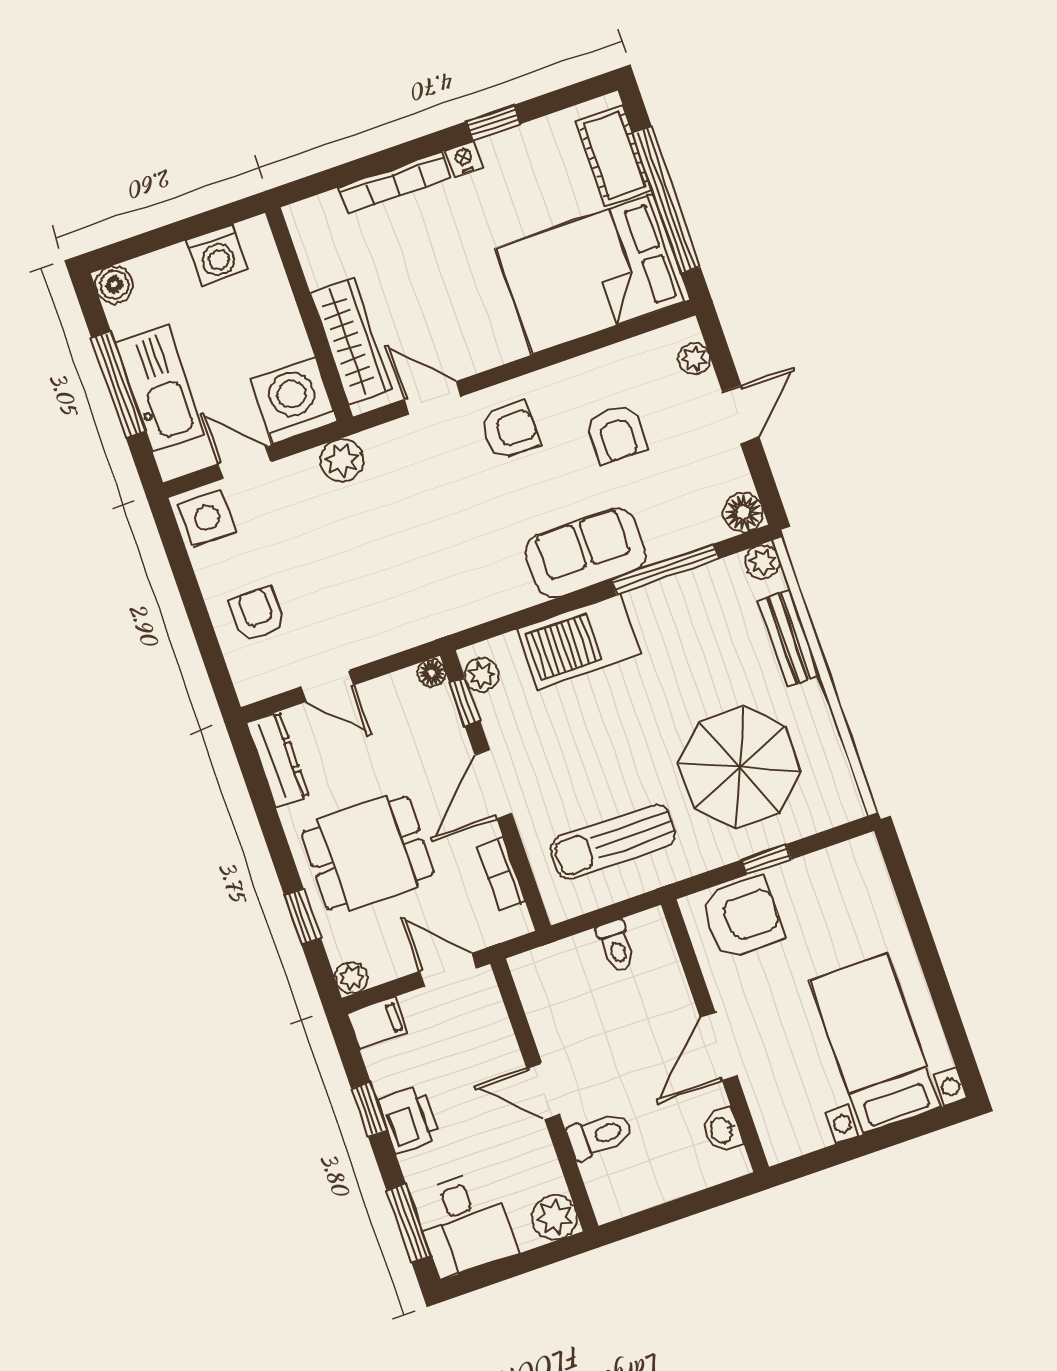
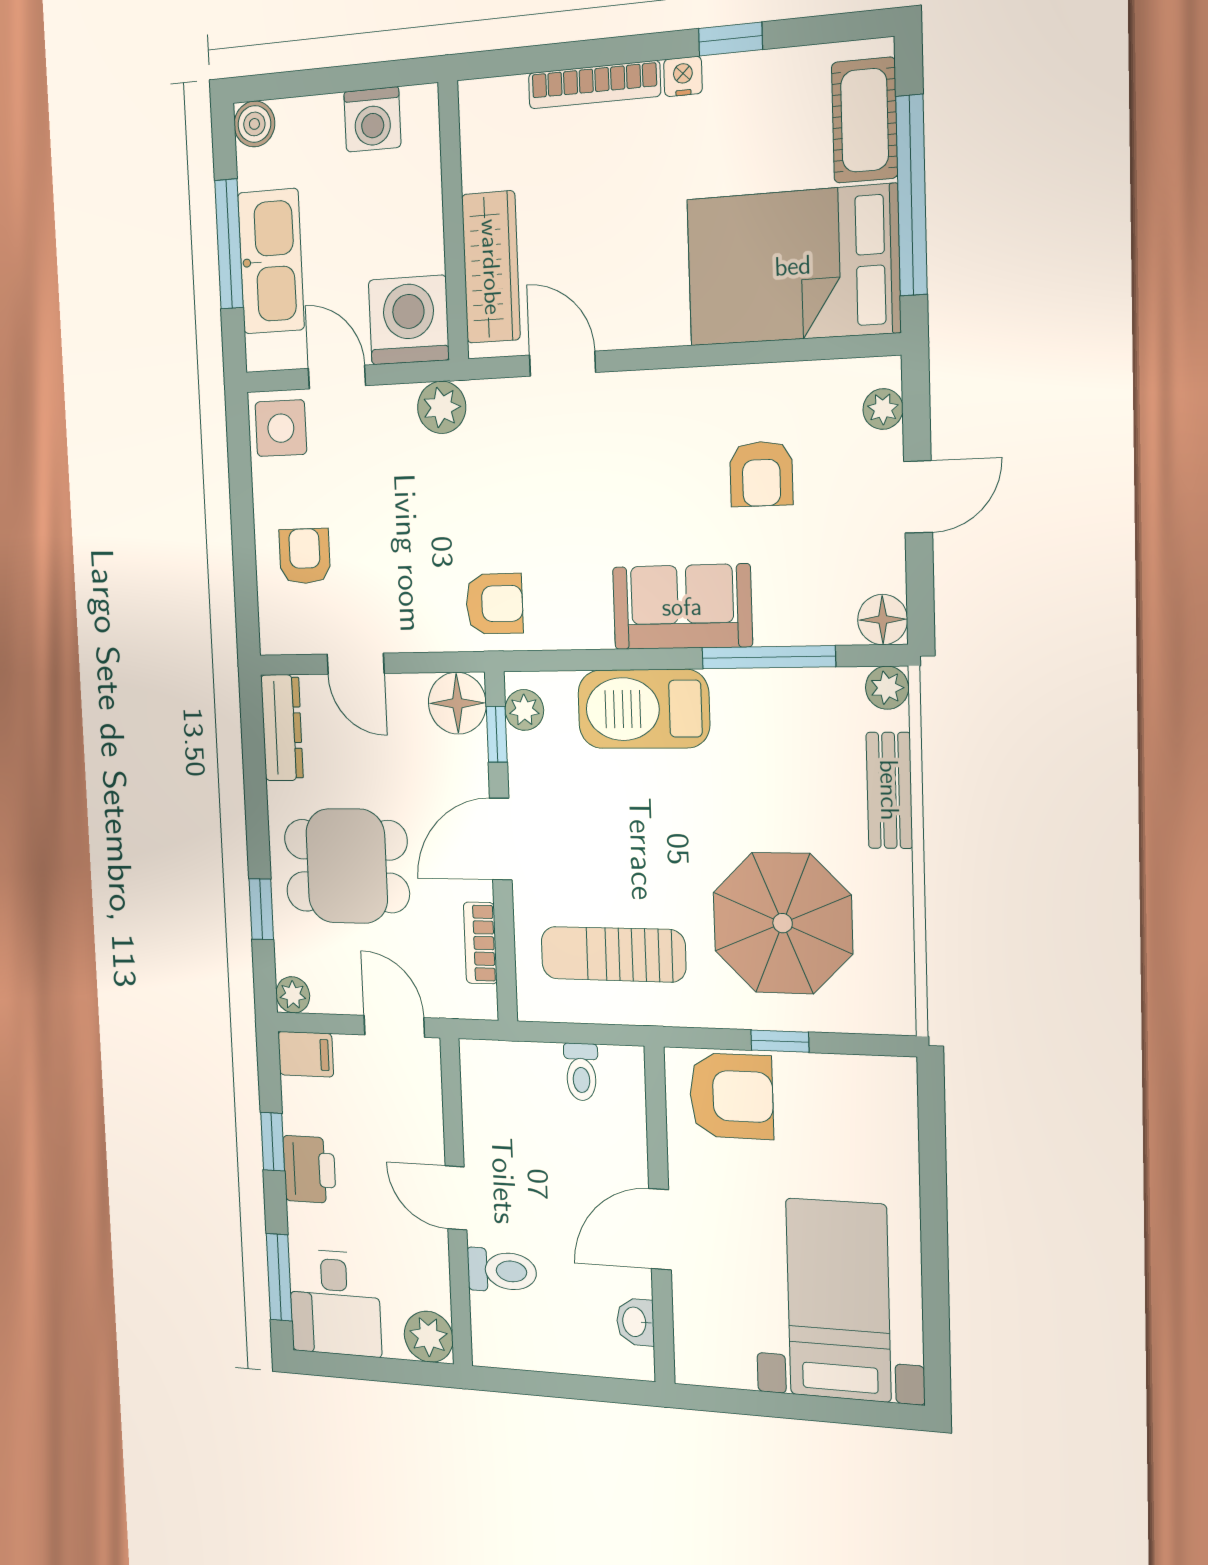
armchair: (510, 430) -> (494, 604), moved
floor lamp: (432, 673) -> (457, 703), width x1.89, depth x1.89

